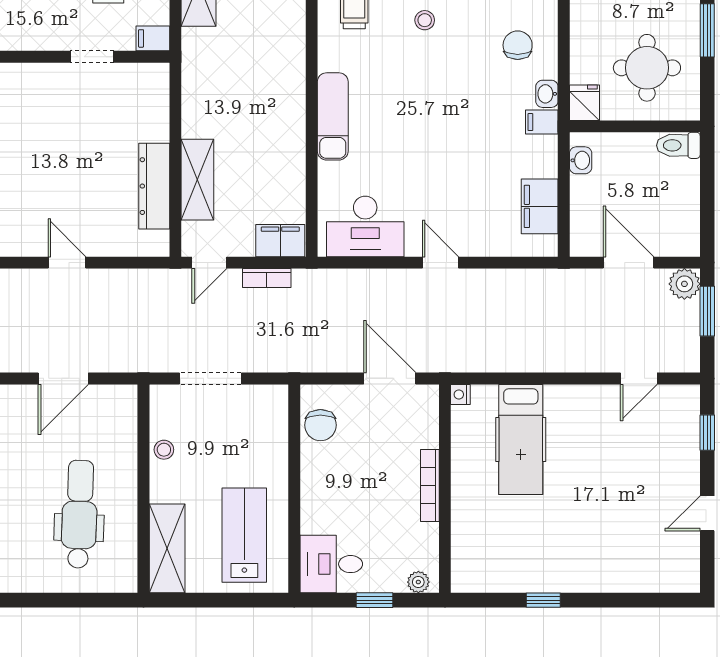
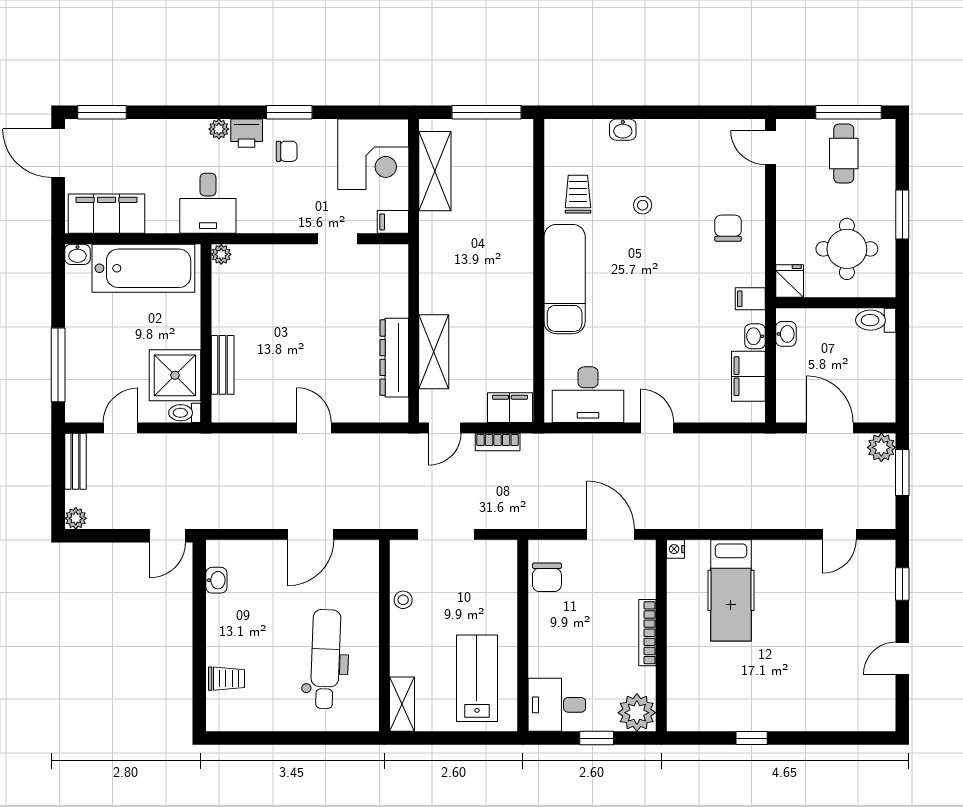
washbasin: (547, 94) -> (755, 336), moved
exam couch: (333, 116) -> (565, 279), width x1.36, depth x1.45
shelving: (167, 548) -> (402, 704), width x0.67, depth x0.75
plant: (418, 582) -> (637, 713), width x1.88, depth x1.88

